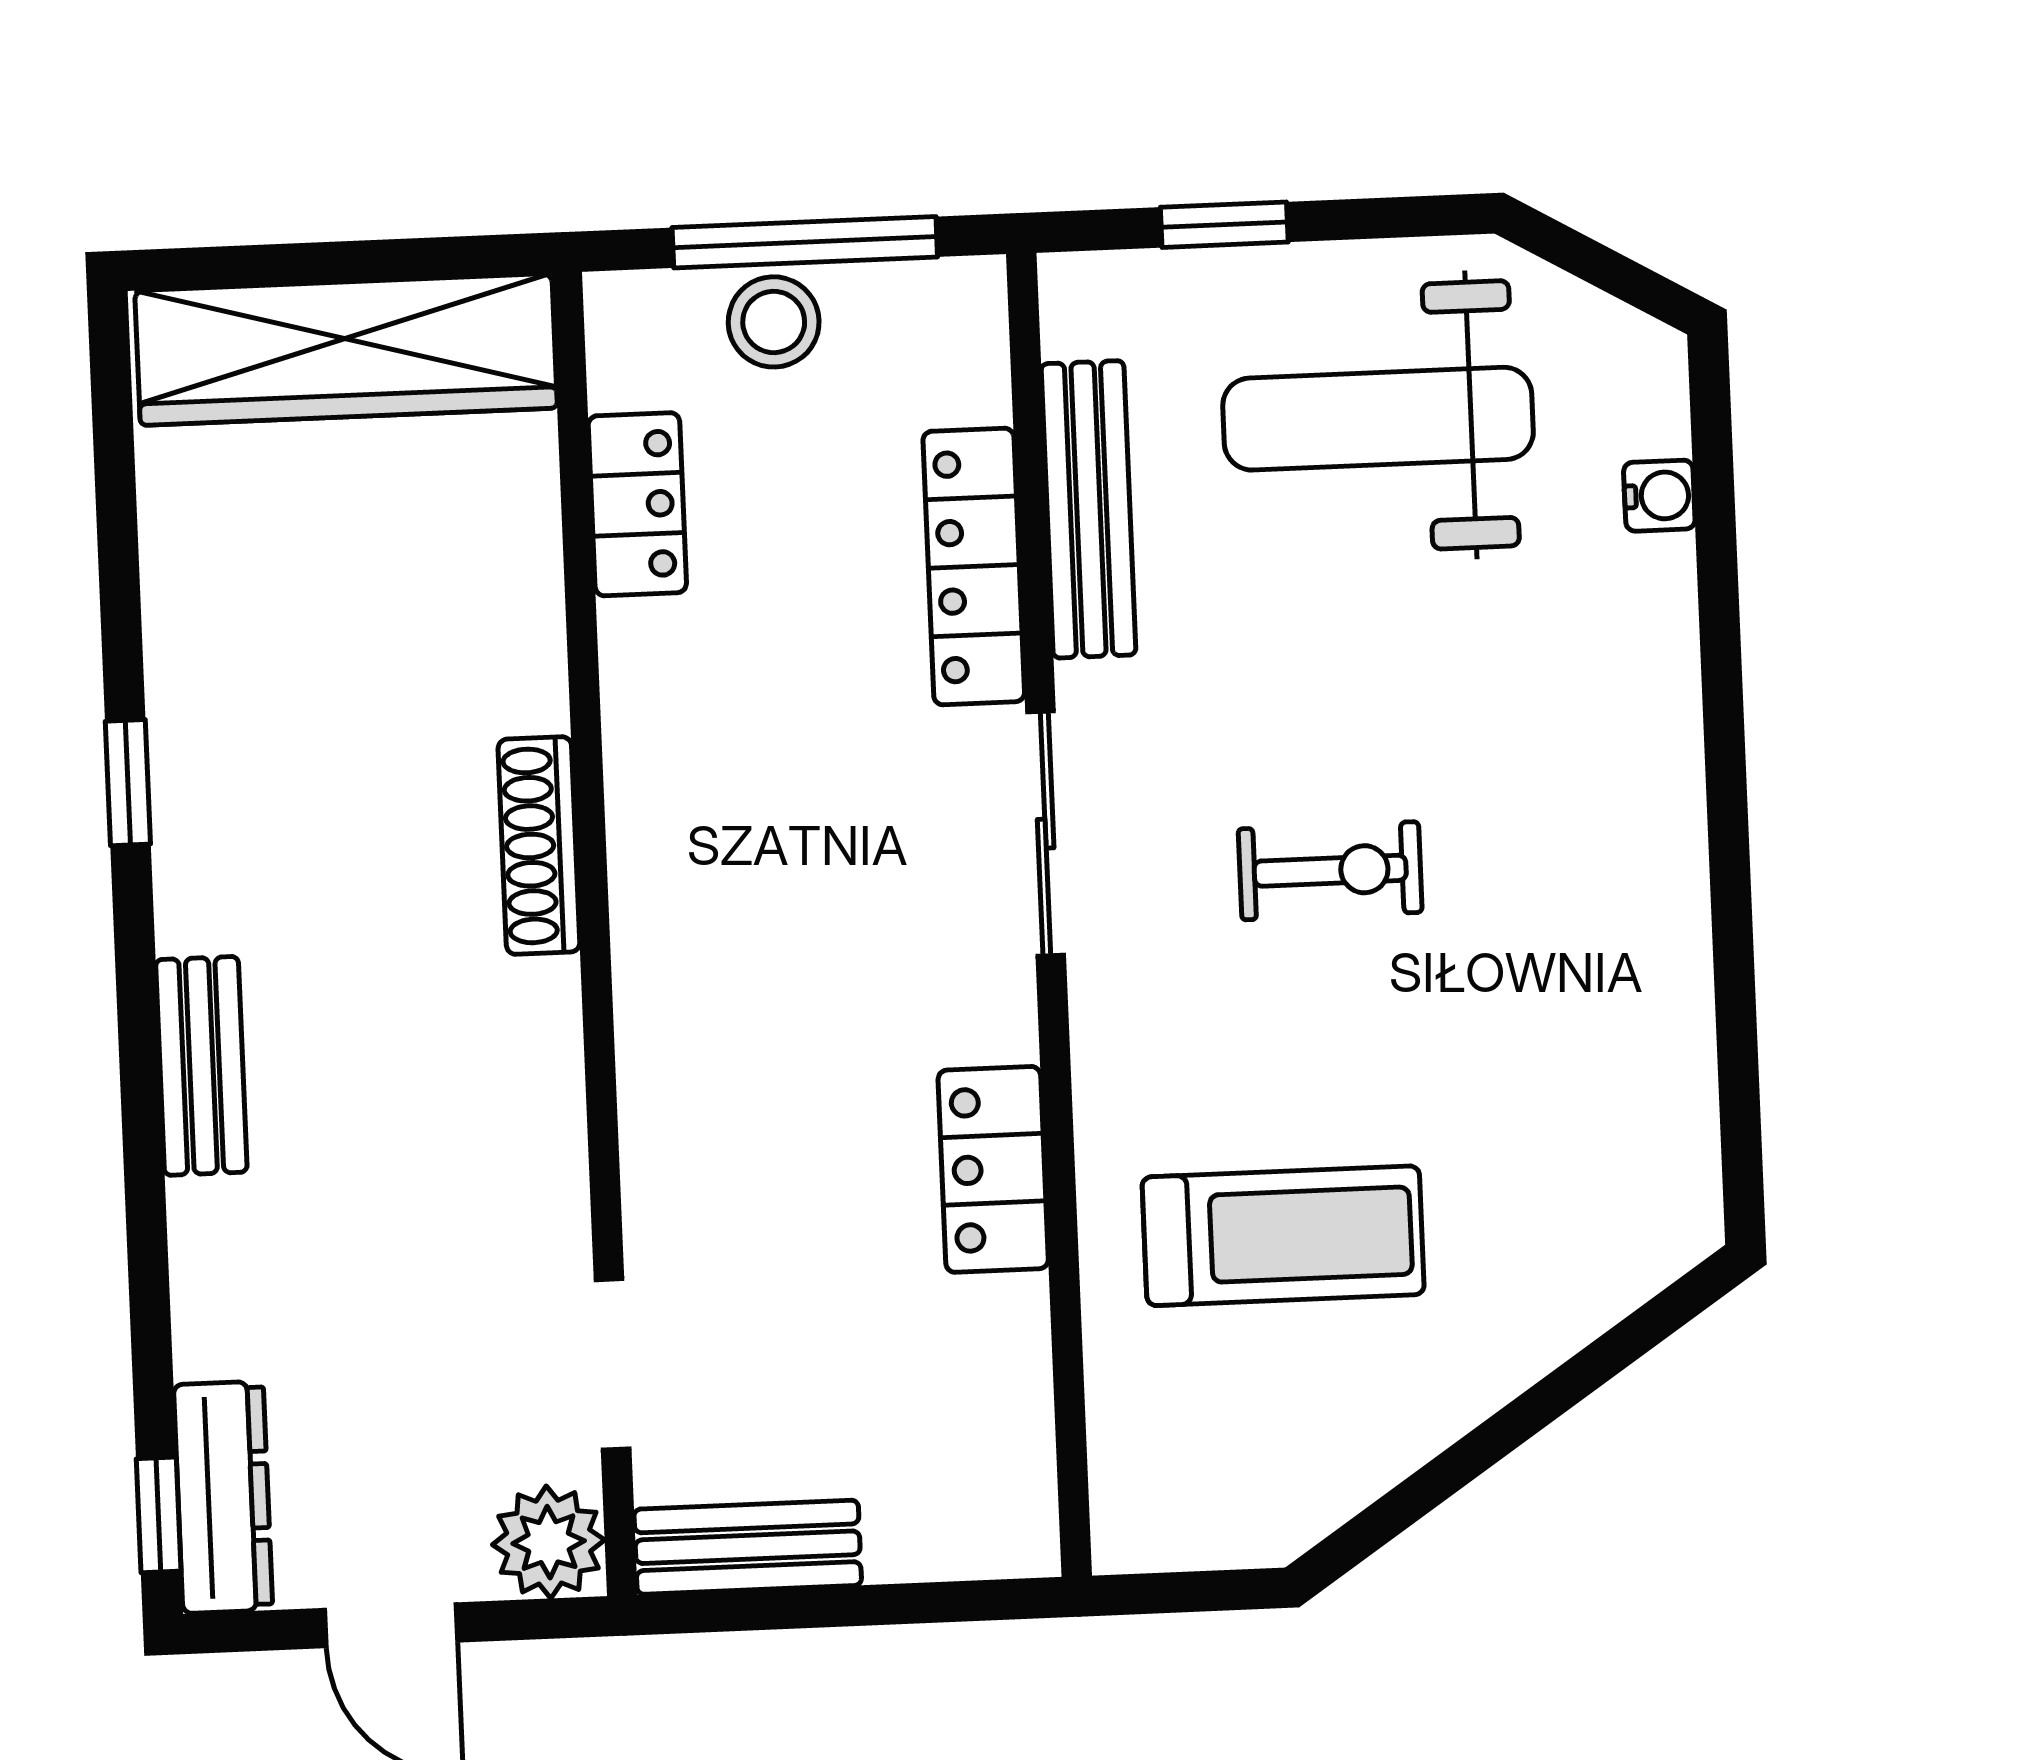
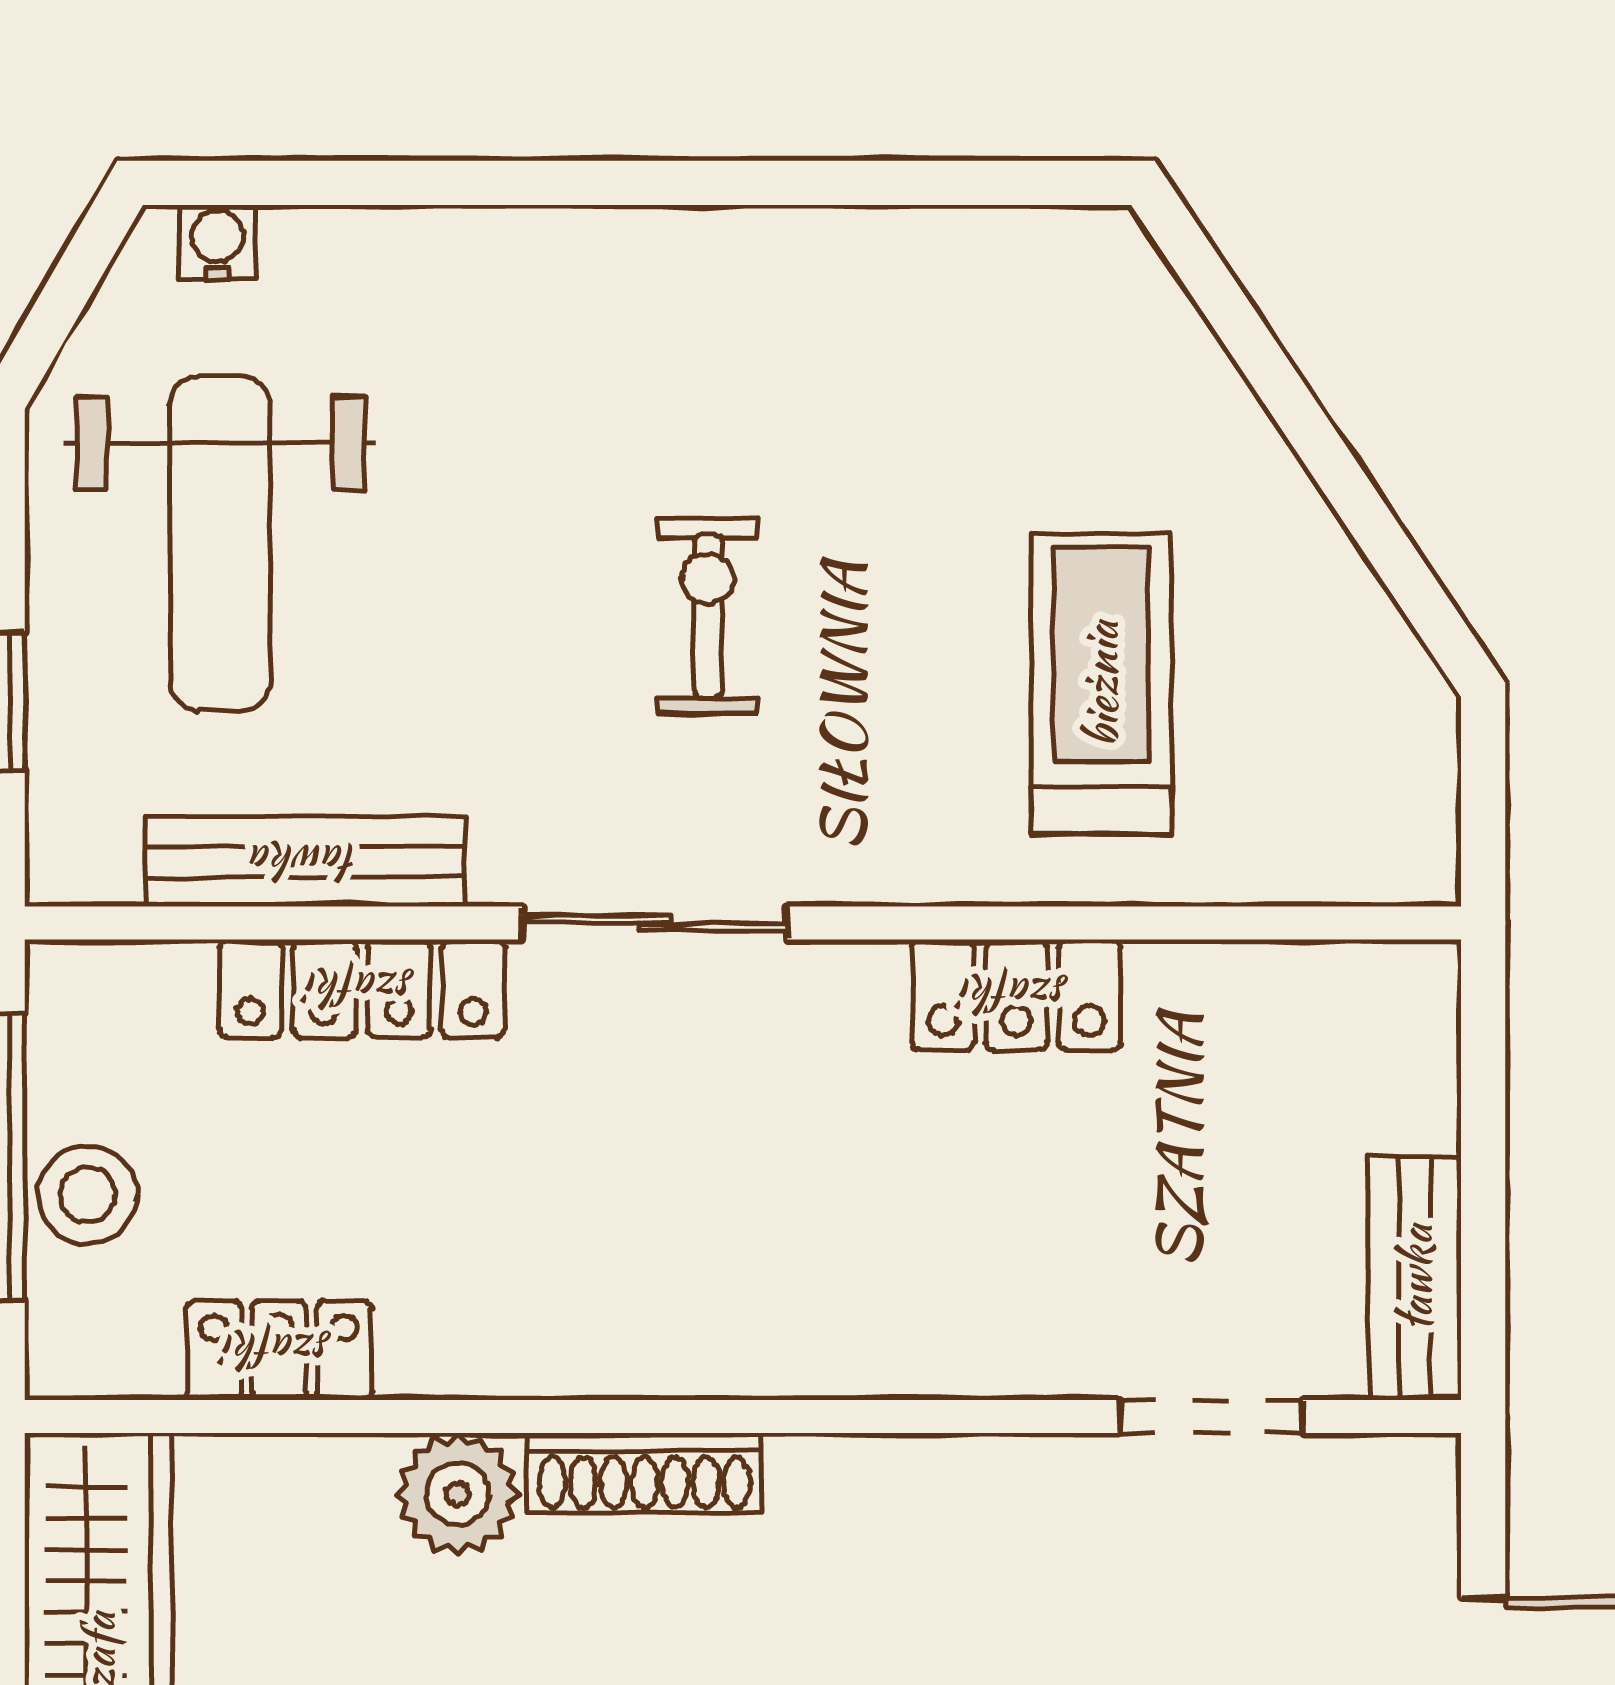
water cooler: (1659, 496) -> (218, 242), moved
plant: (549, 1542) -> (458, 1494), moved

